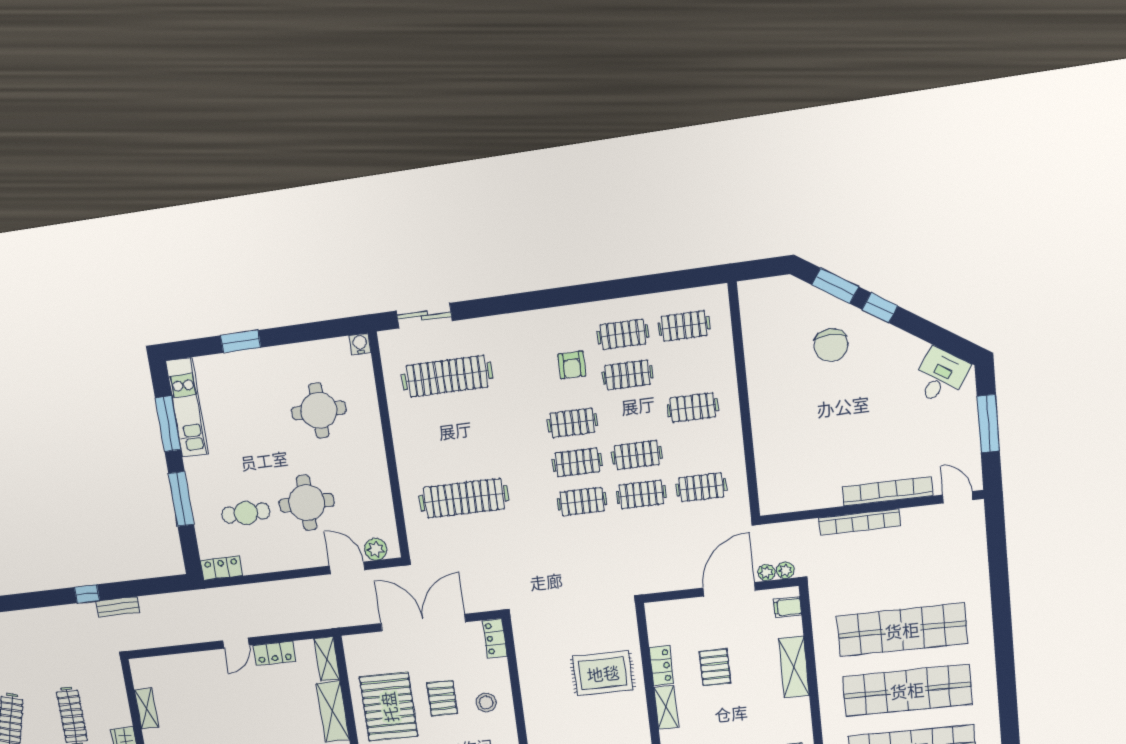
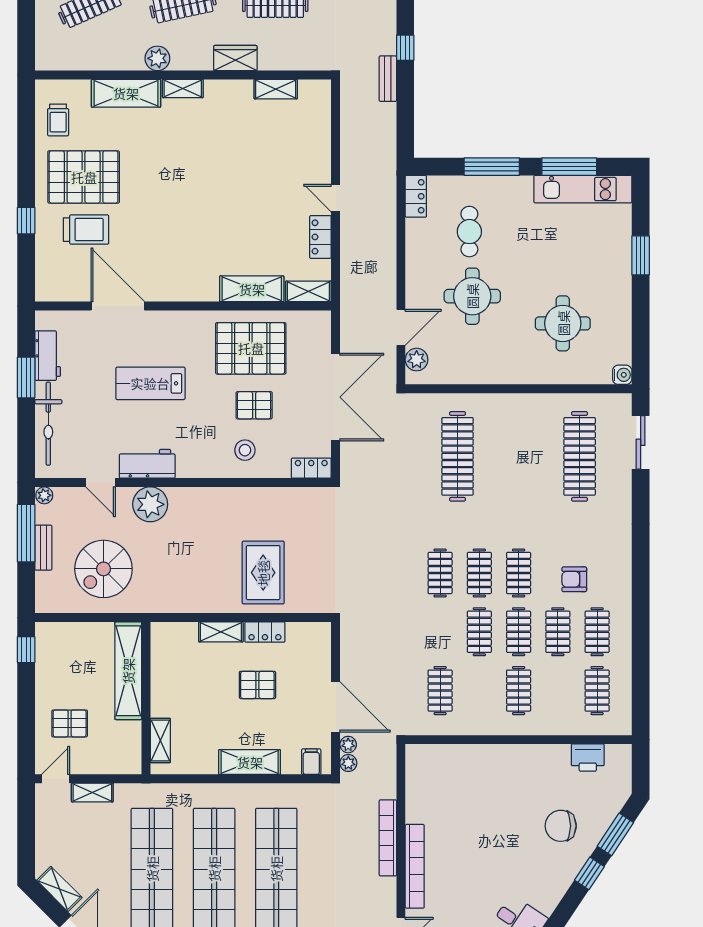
printer: (756, 326) -> (588, 758), added
clothes rail: (641, 494) -> (519, 632), moved

